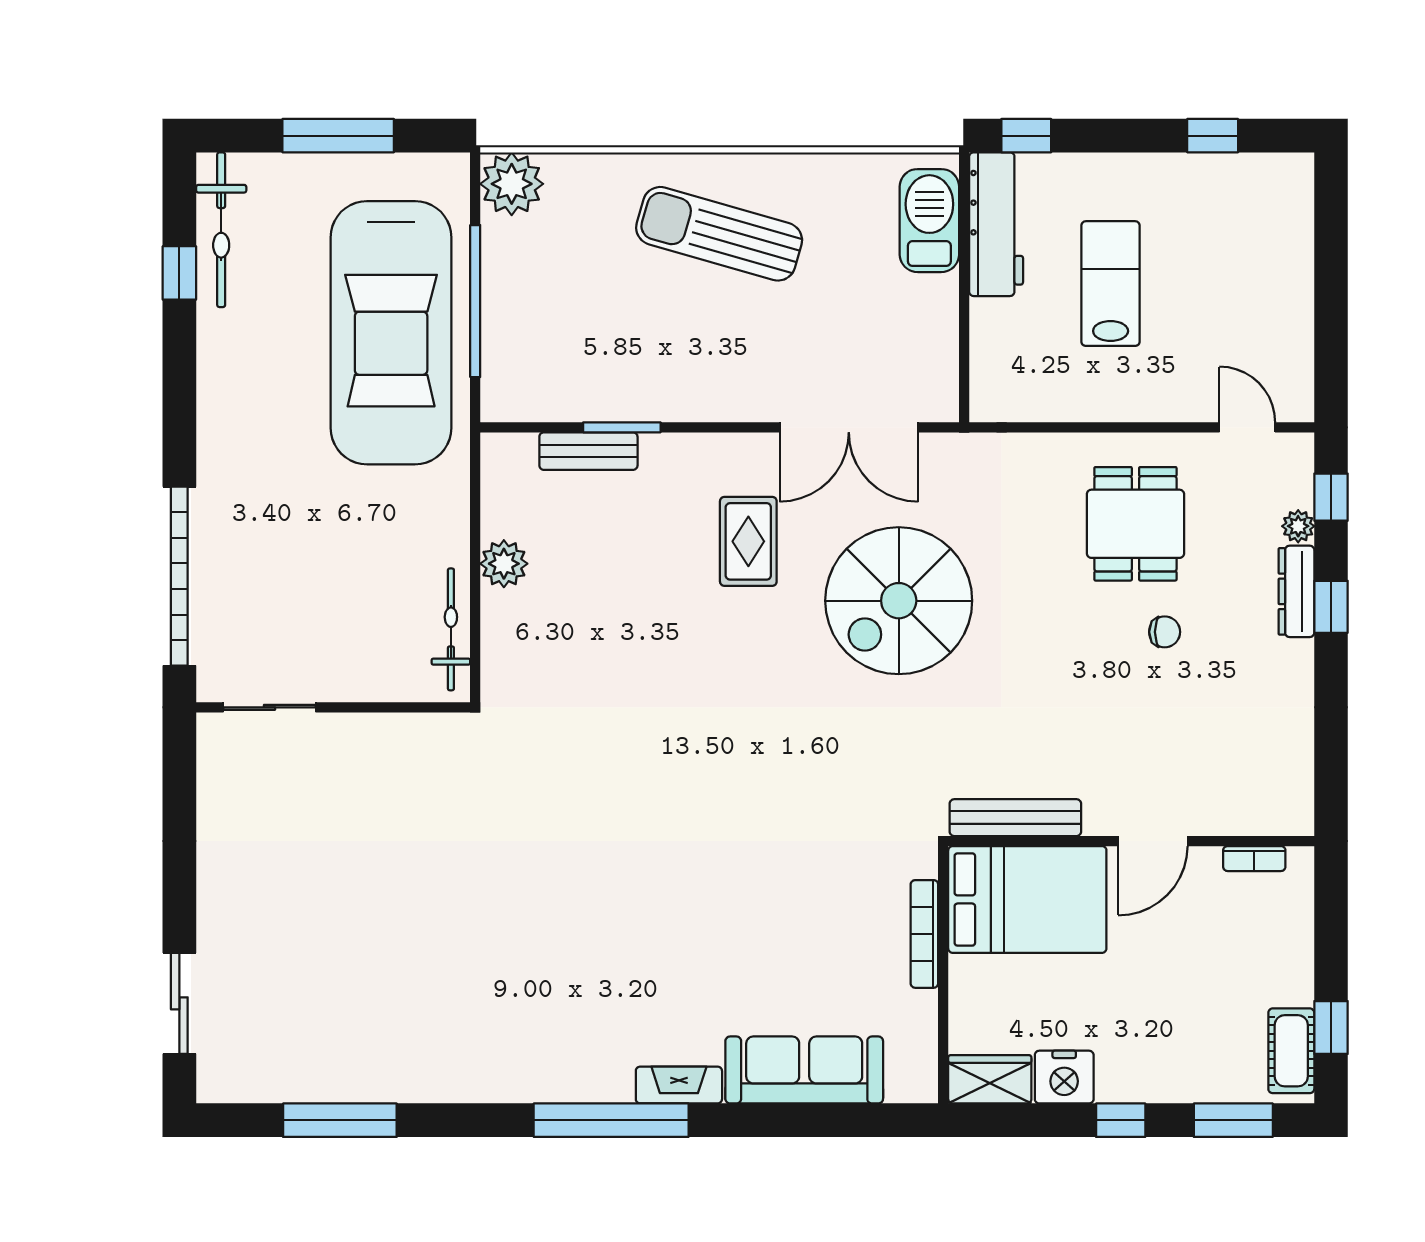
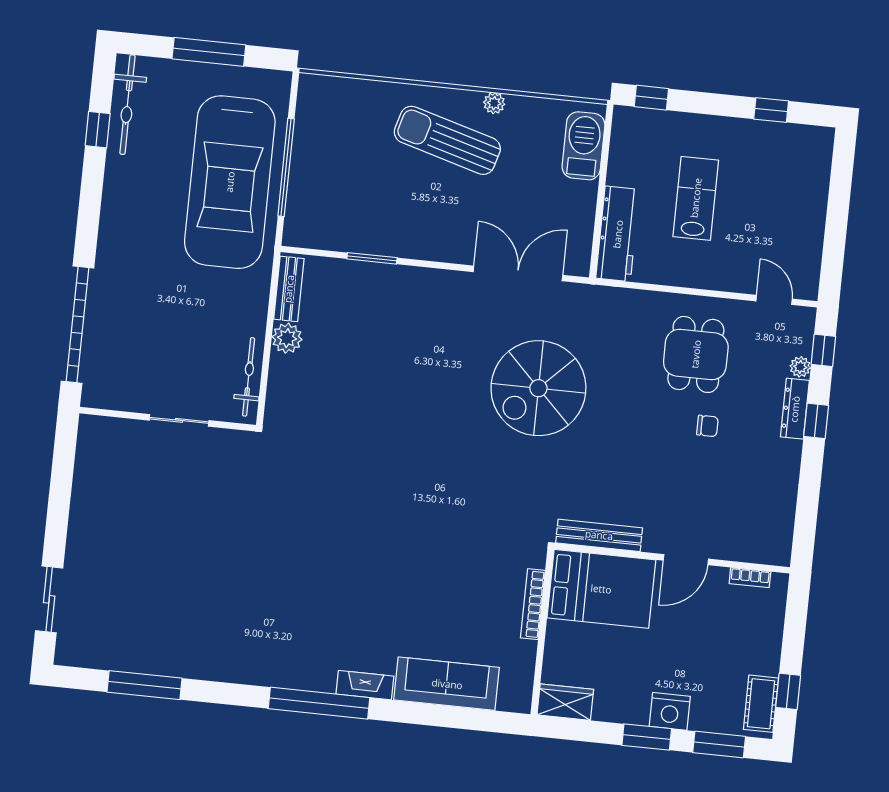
plant: (512, 184) -> (494, 103), moved, width x0.53, depth x0.53
workbench: (996, 224) -> (618, 234), moved
double door: (849, 427) -> (518, 273), swing flipped
bench: (588, 451) -> (289, 289), moved, turned 90
rug: (748, 541) -> (446, 340), removed
sliding door: (270, 707) -> (179, 420), moved
nightstand: (1064, 1077) -> (670, 711), moved
window: (1121, 1120) -> (647, 737), width x1.50

